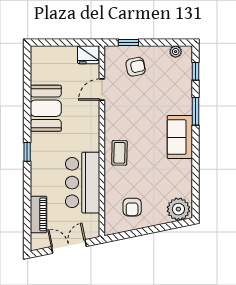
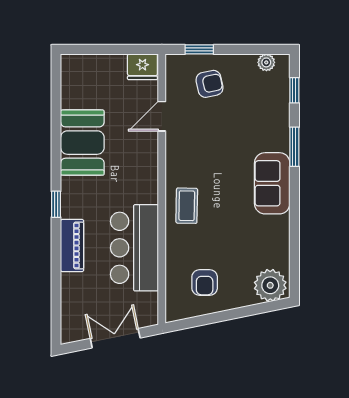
piano: (38, 214) -> (72, 246), moved

